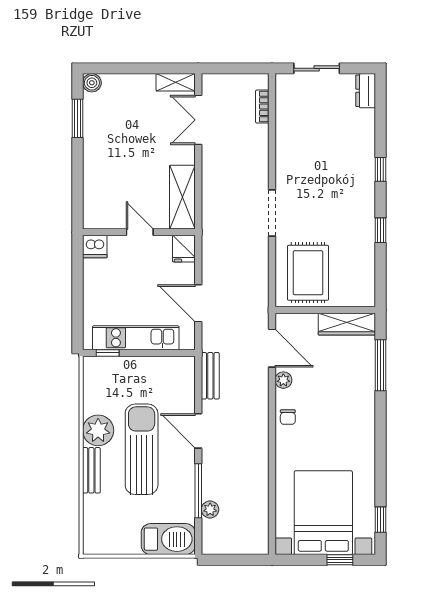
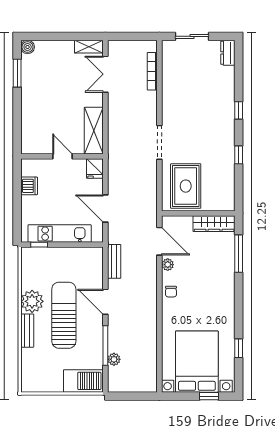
bookcase: (262, 107) -> (152, 71), width x1.56
dishwasher: (95, 247) -> (29, 186), moved, turned -90
window: (381, 520) -> (239, 348), moved

